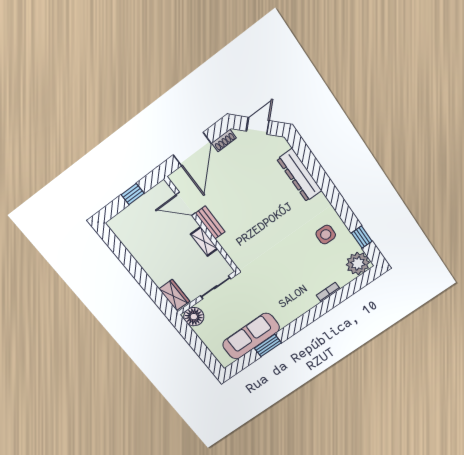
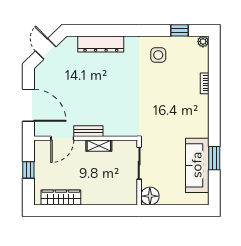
shoe rack: (224, 140) -> (39, 79), removed
plant: (358, 263) -> (203, 42), width x0.53, depth x0.53
wardrobe: (174, 295) -> (61, 198), moved, width x1.50

